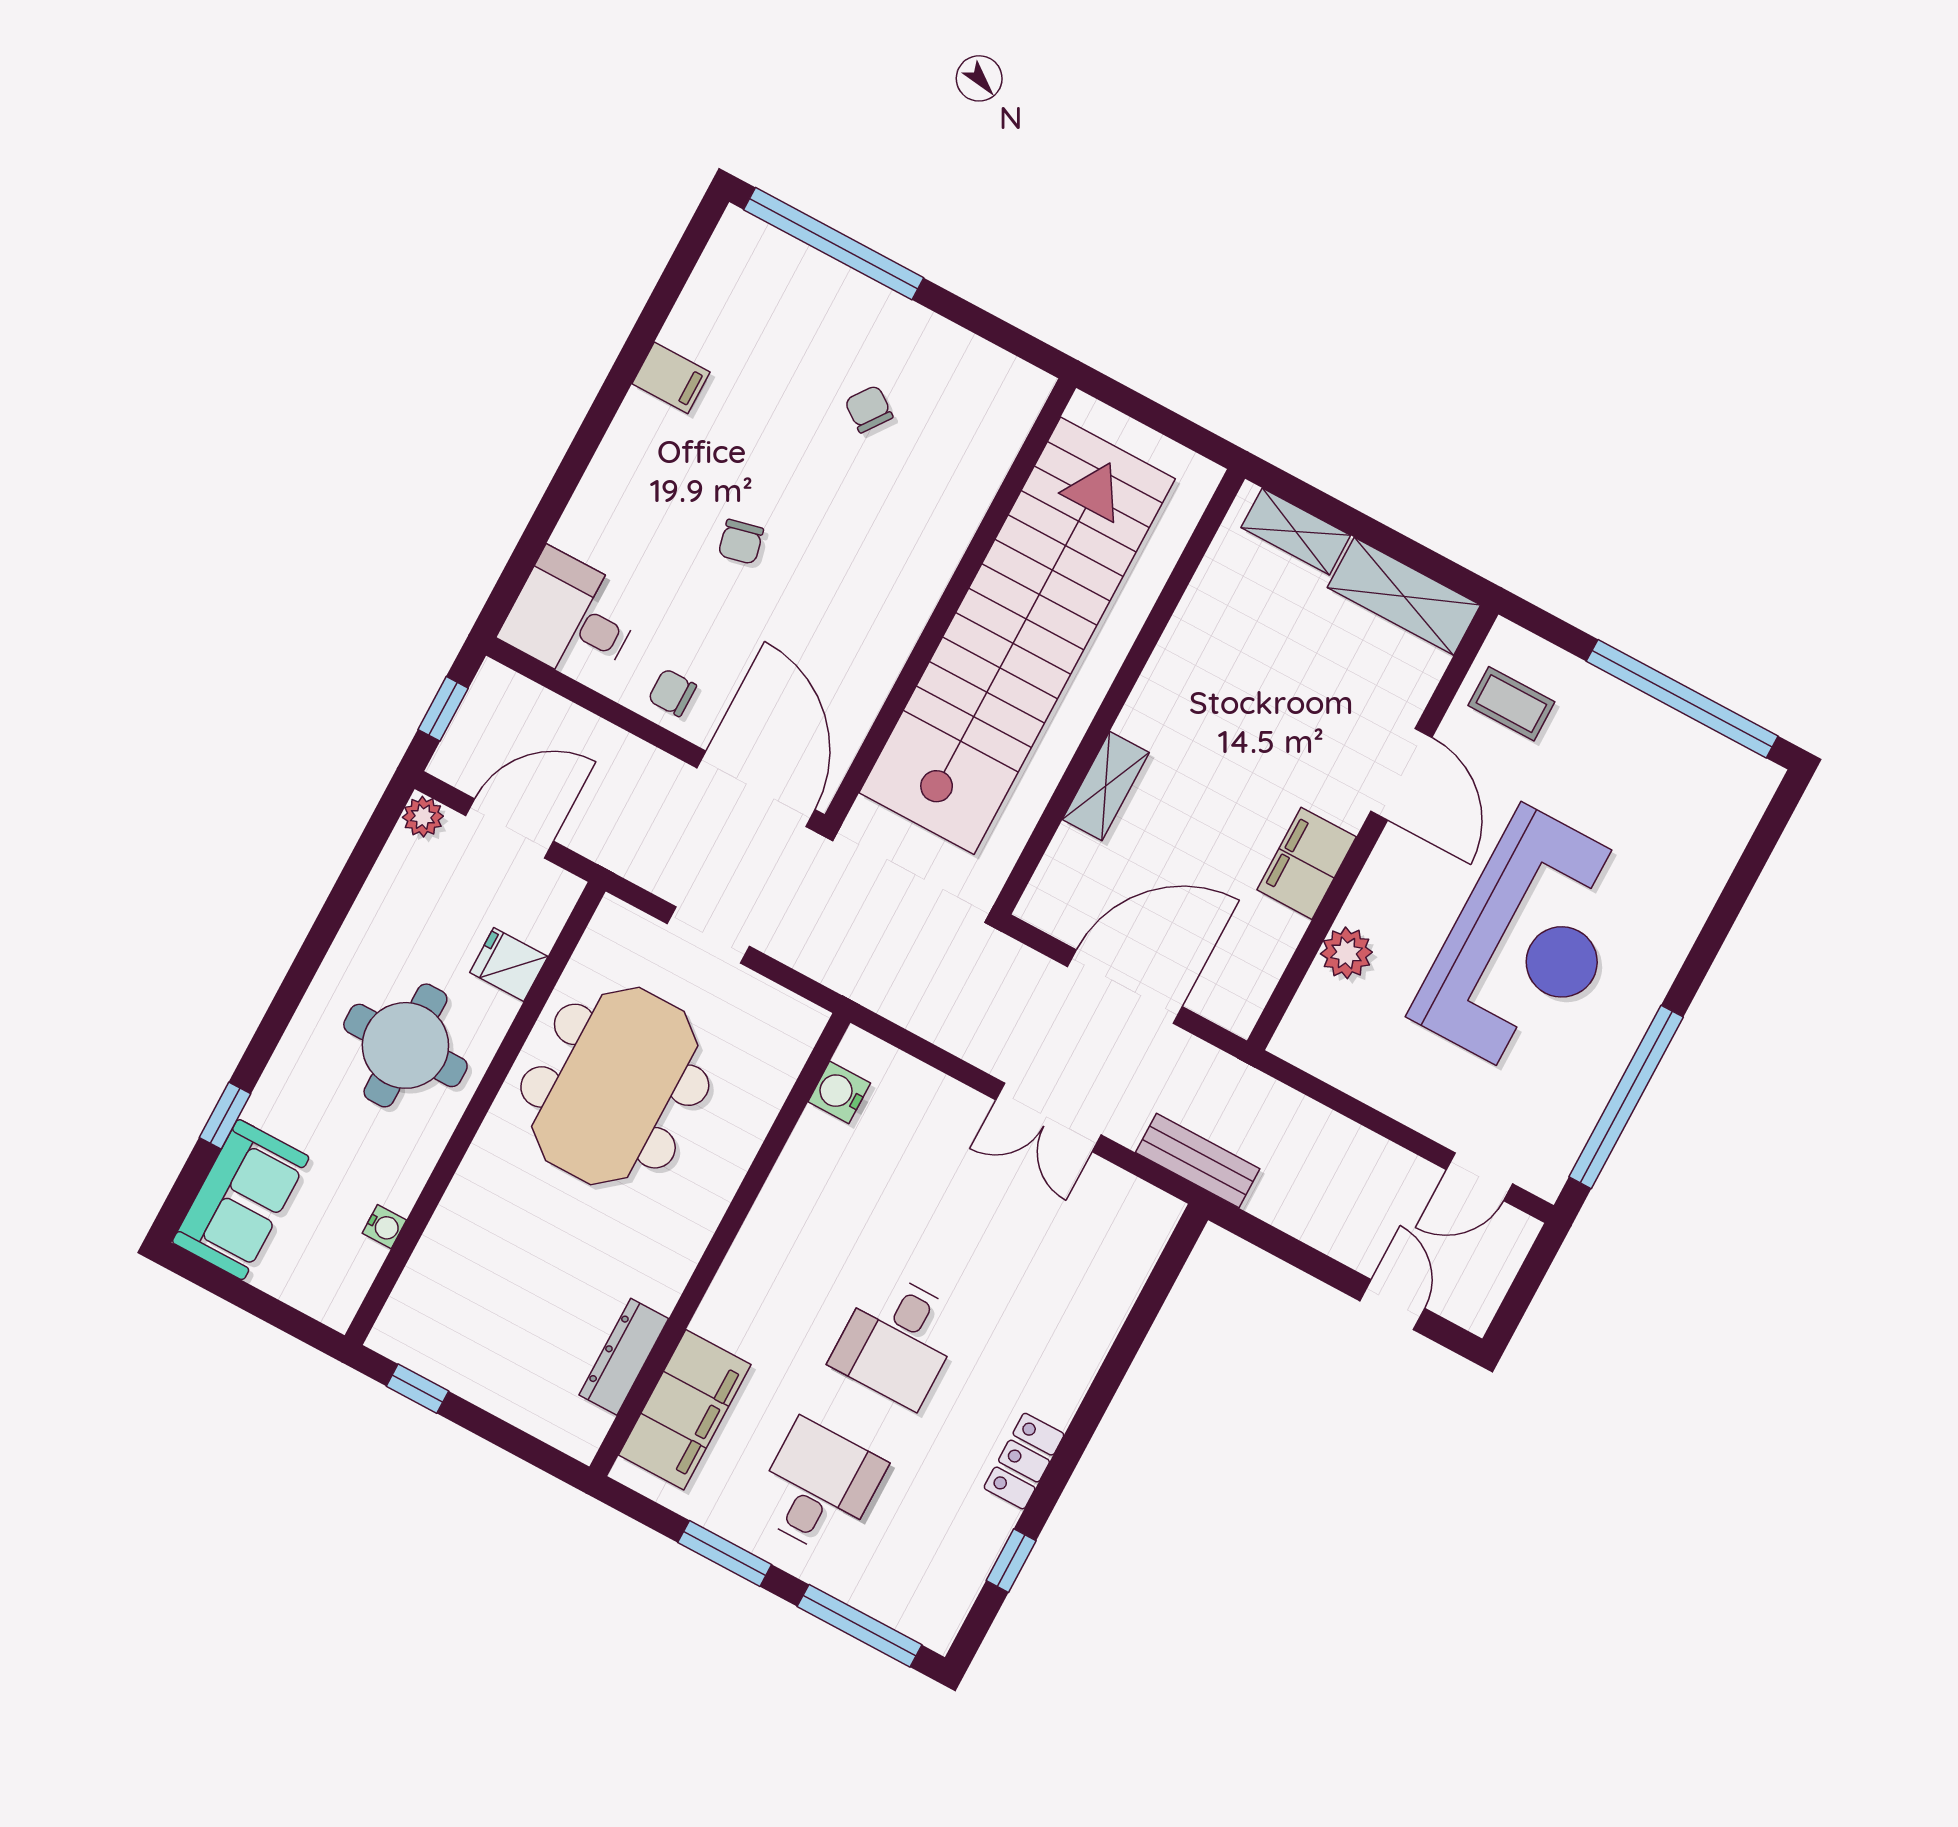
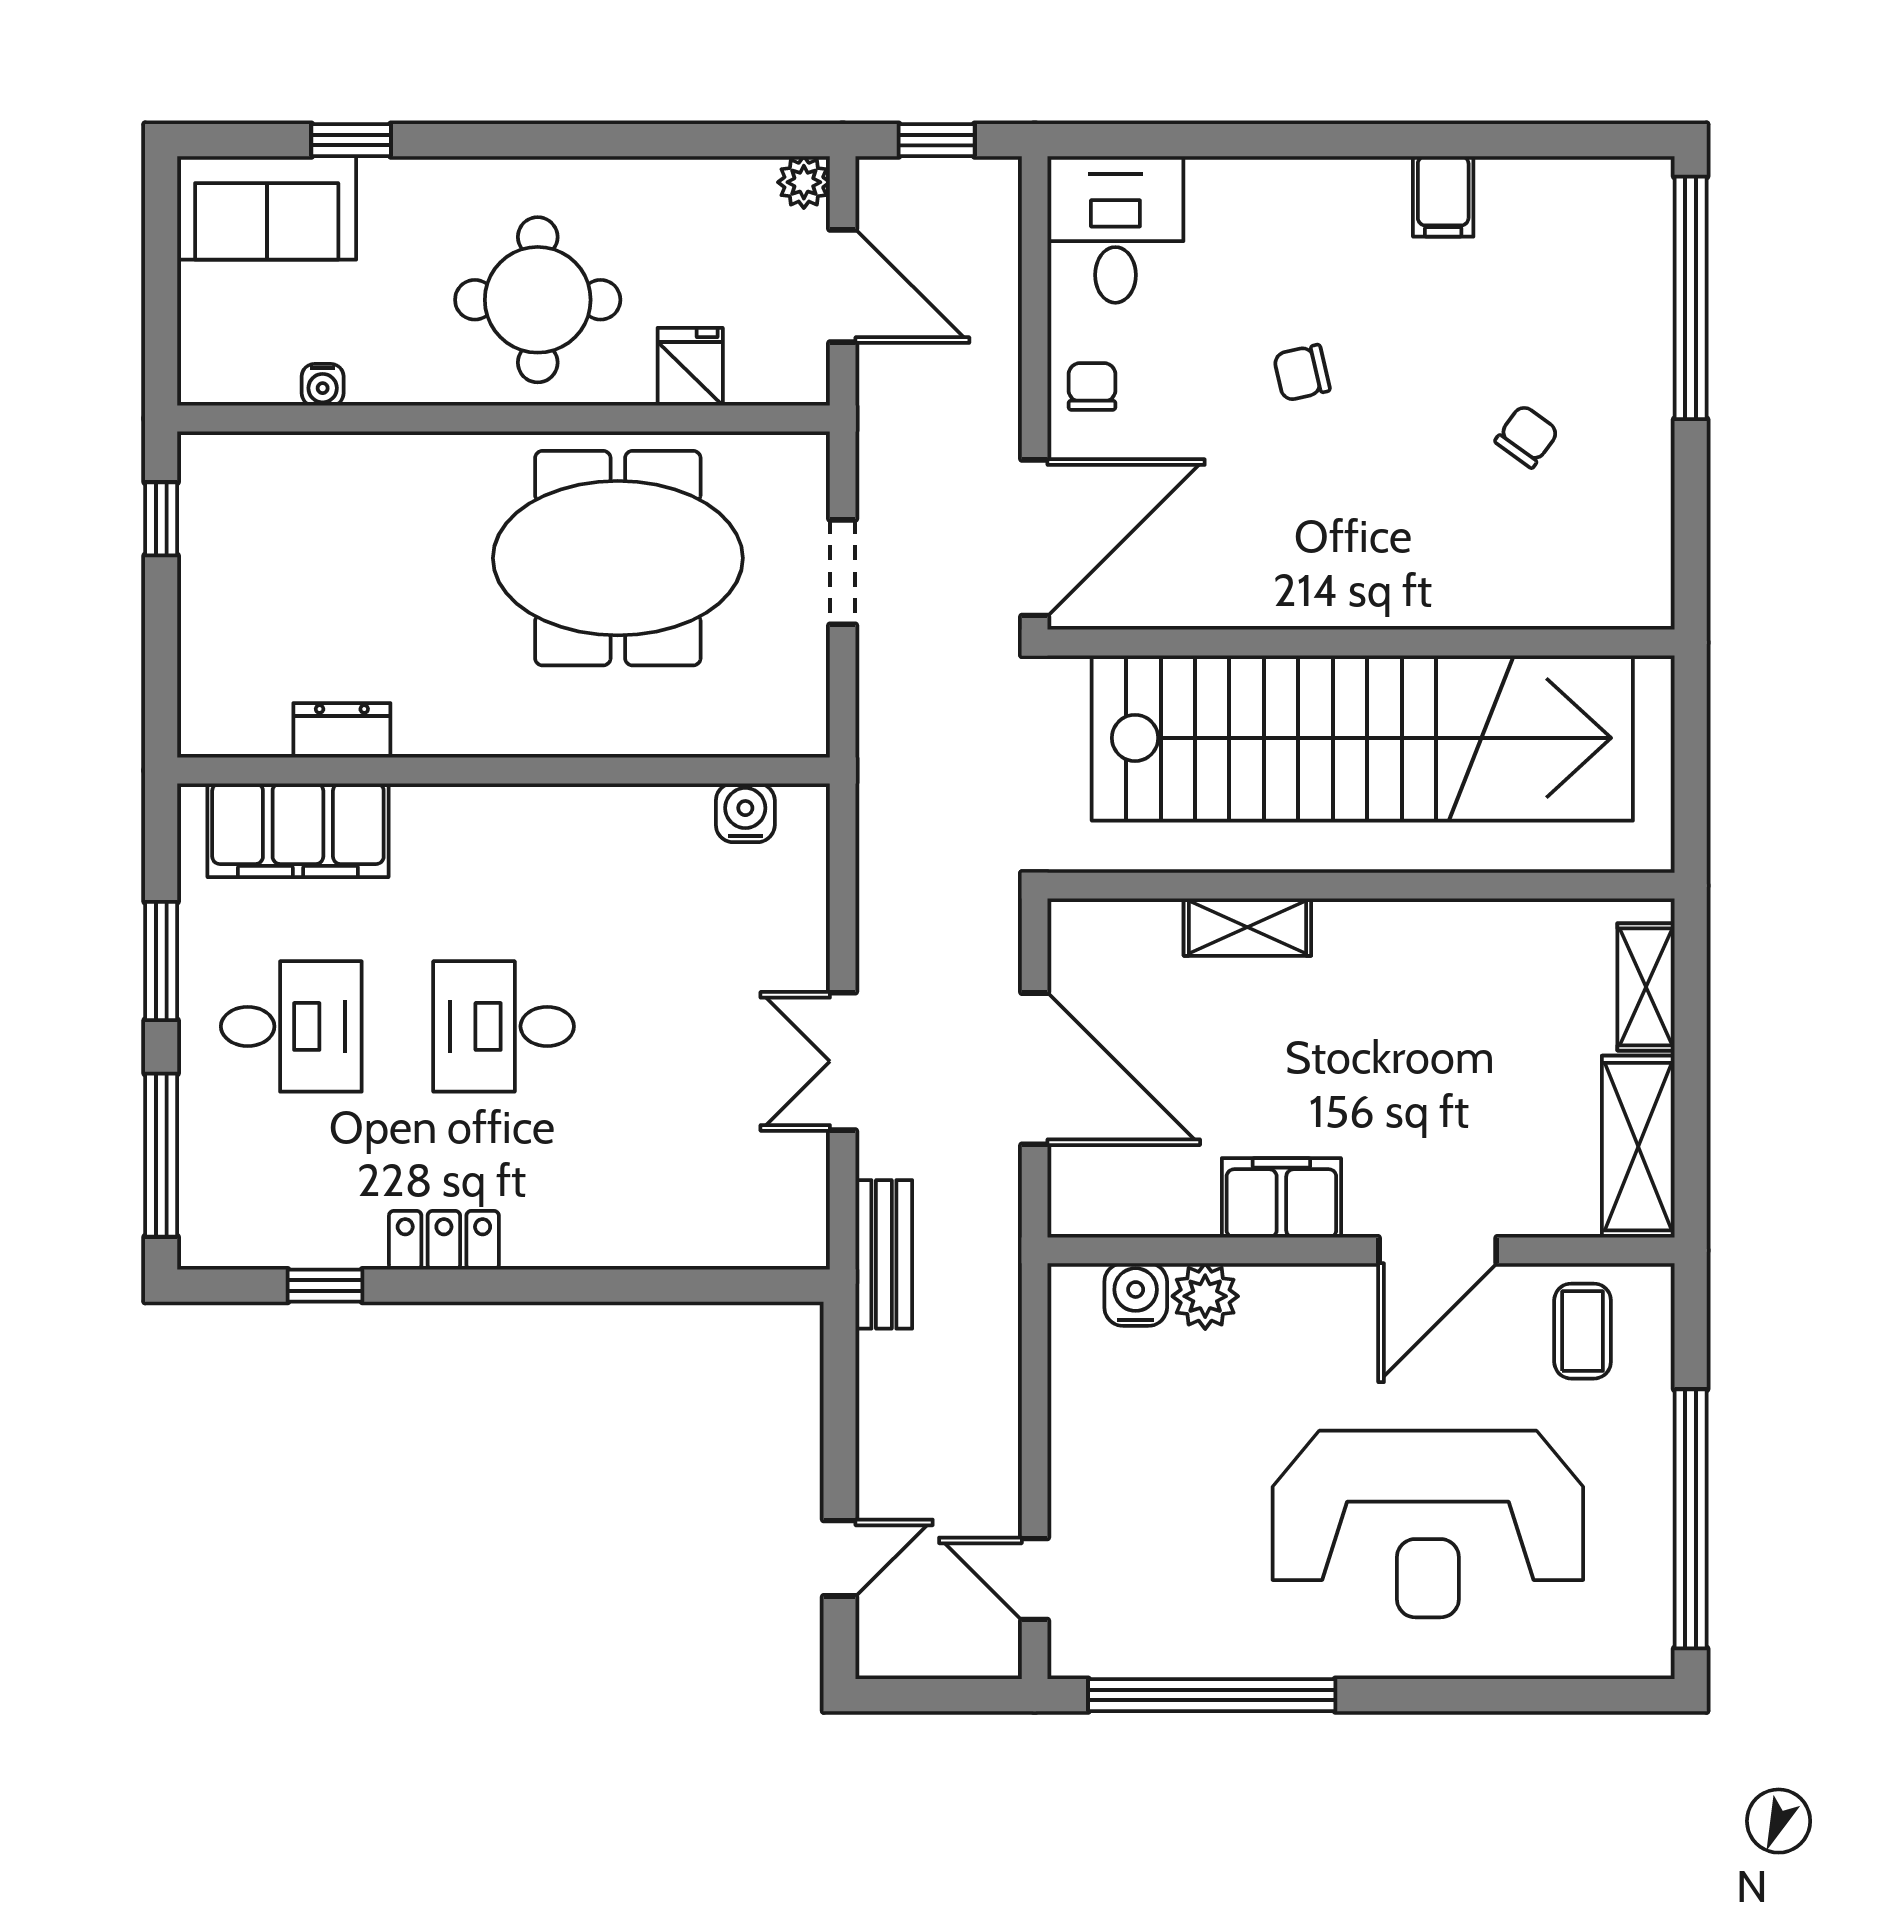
reception desk: (1528, 944) -> (1428, 1524), moved
water cooler: (1319, 1001) -> (1136, 1295), added
dresser: (624, 1357) -> (342, 730), width x0.70

